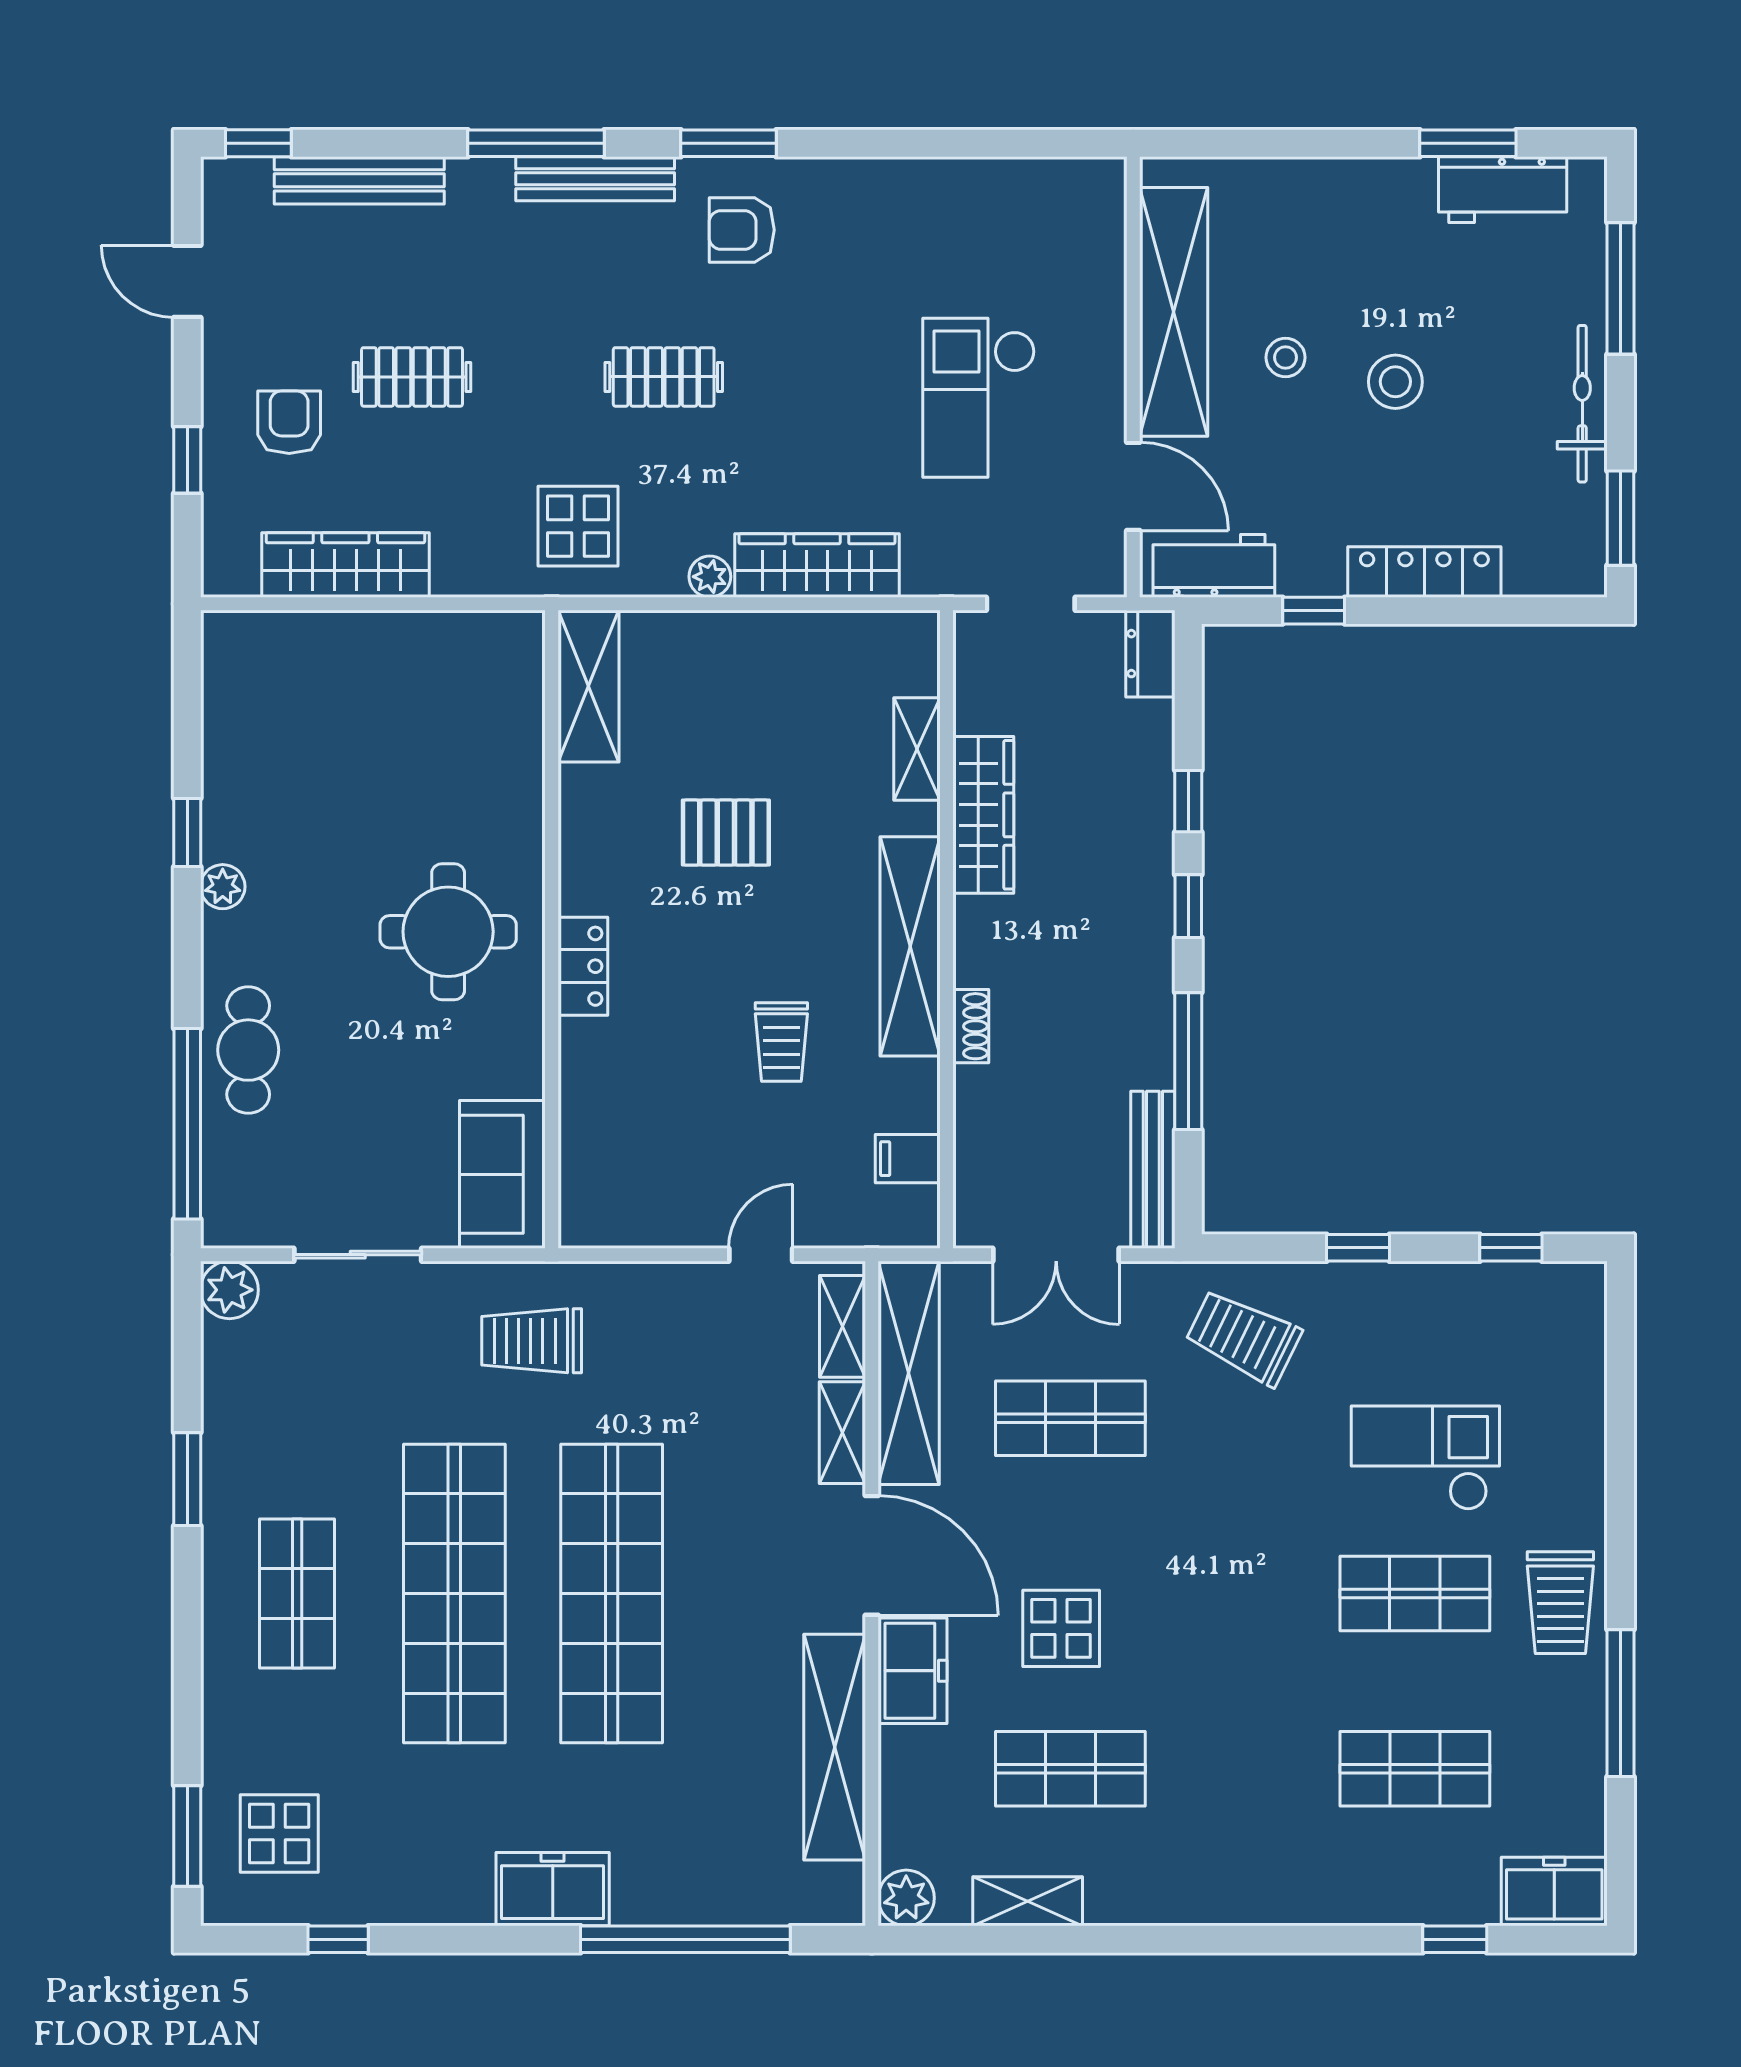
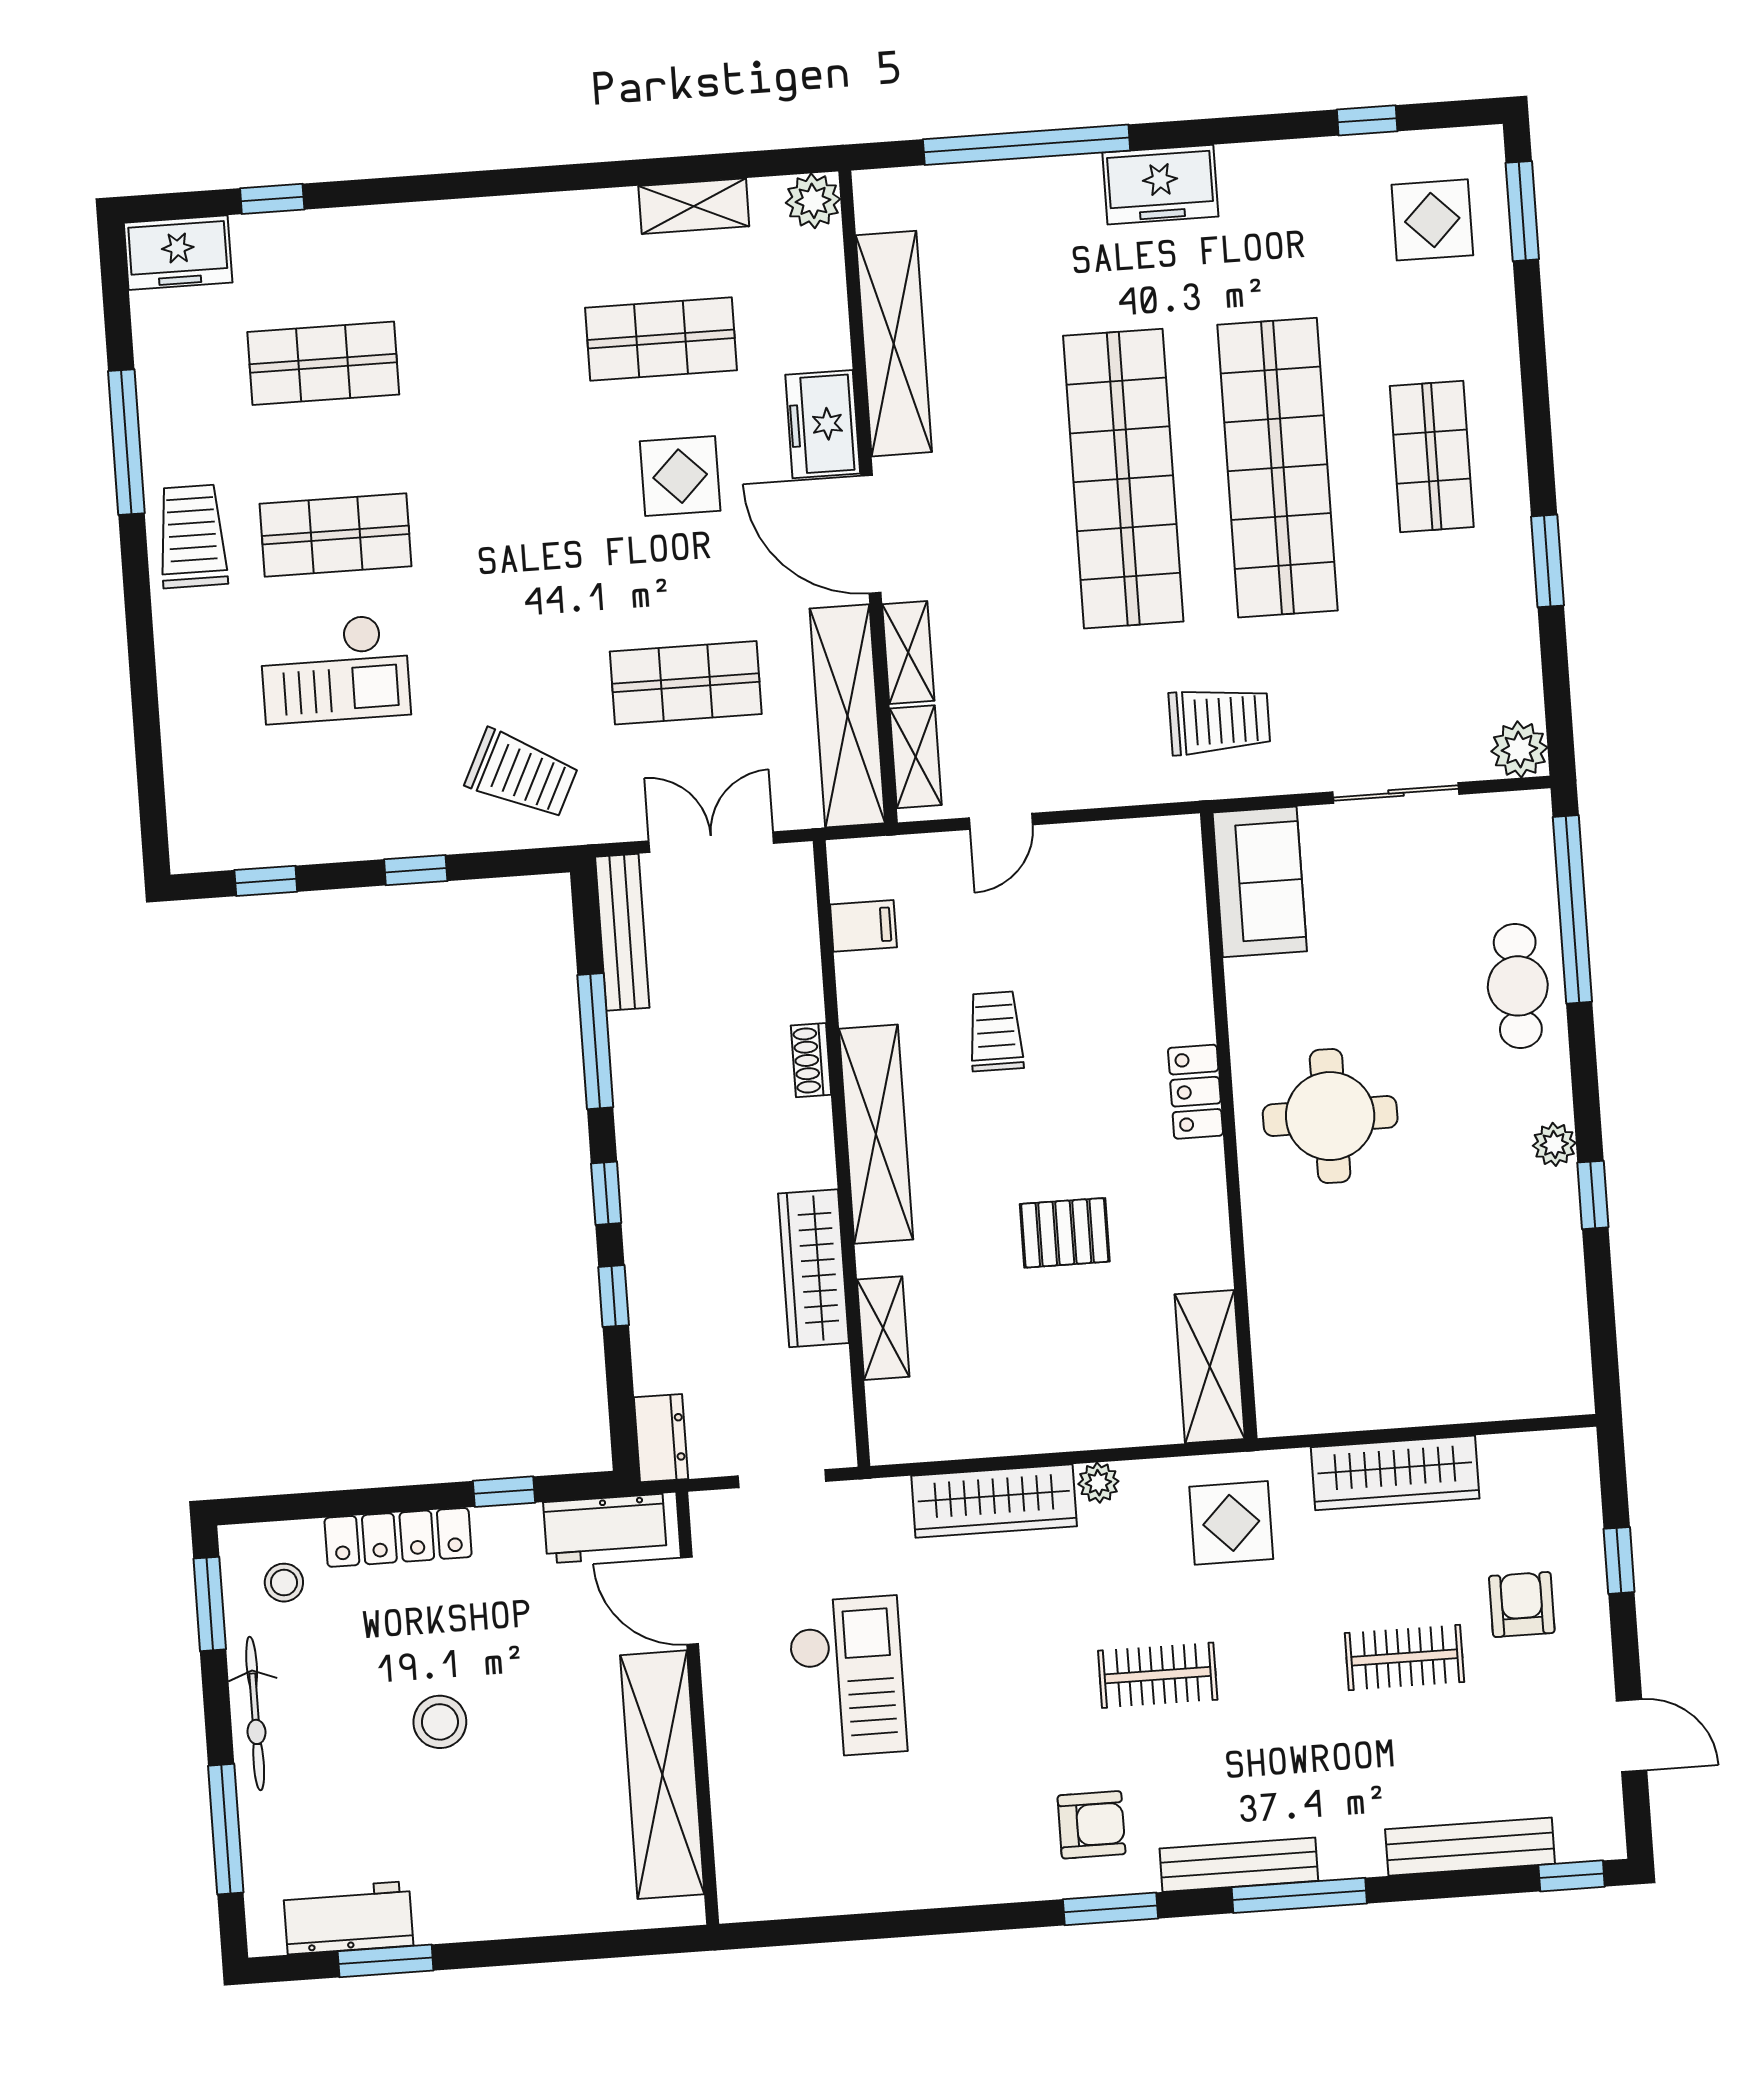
stool: (1285, 357) -> (284, 1583), moved
armchair: (289, 422) -> (1522, 1604), turned 180
wardrobe: (345, 565) -> (1395, 1473), moved

